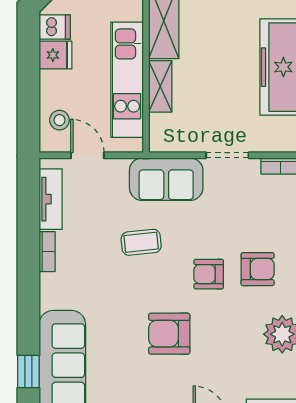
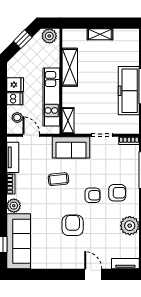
dishwasher: (55, 27) -> (15, 99), moved
shelving: (160, 86) -> (68, 121), moved
armchair: (209, 274) -> (93, 195), turned 180
plant: (53, 295) -> (14, 206), added
armchair: (169, 334) -> (73, 225), turned 90

